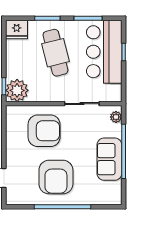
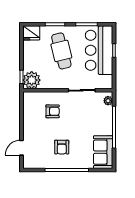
armchair: (44, 131) -> (53, 111), width x0.53, depth x0.53
sofa: (109, 159) -> (103, 152), moved
armchair: (56, 177) -> (62, 147), width x0.53, depth x0.53

